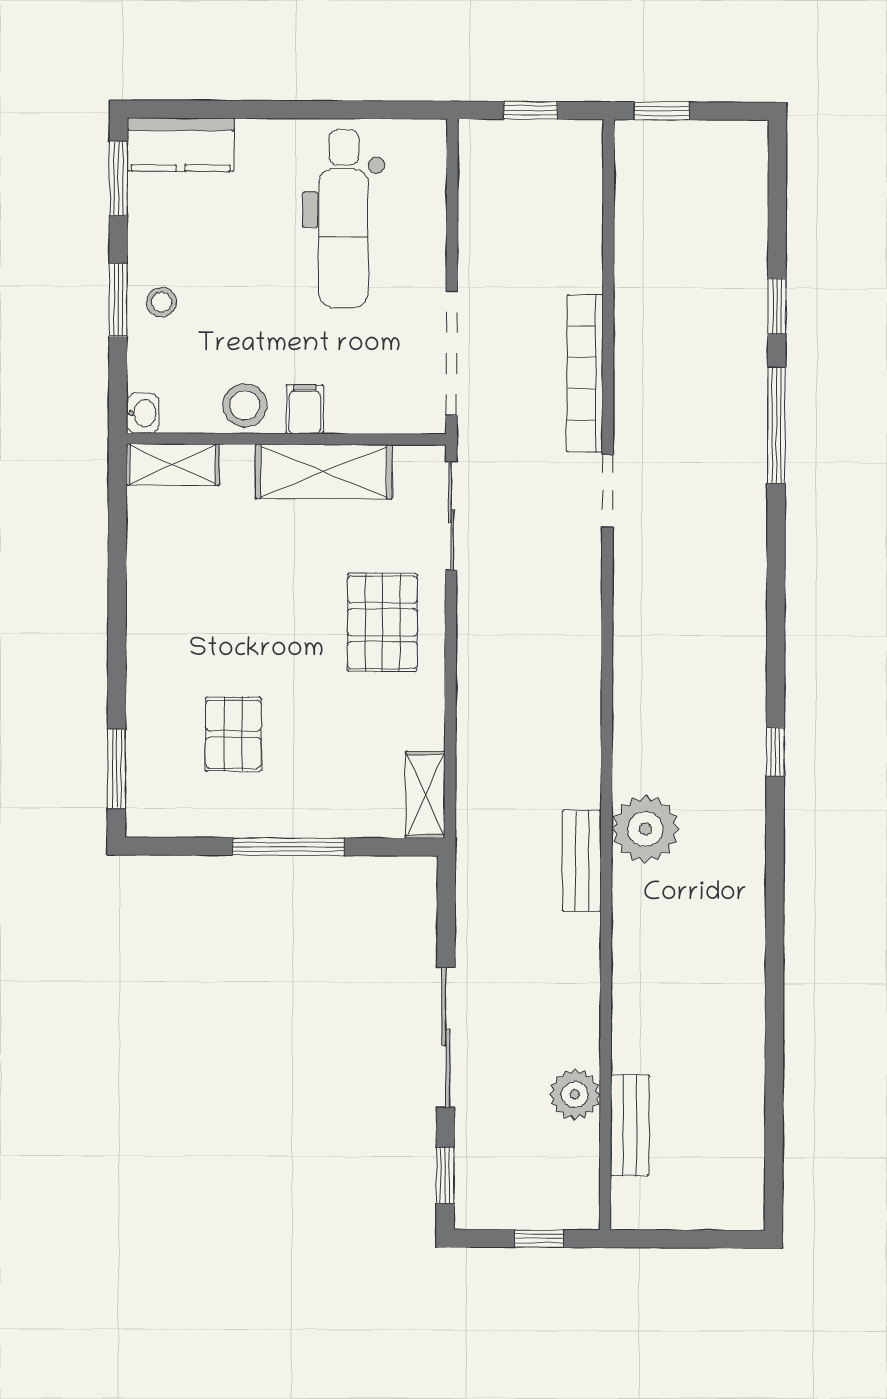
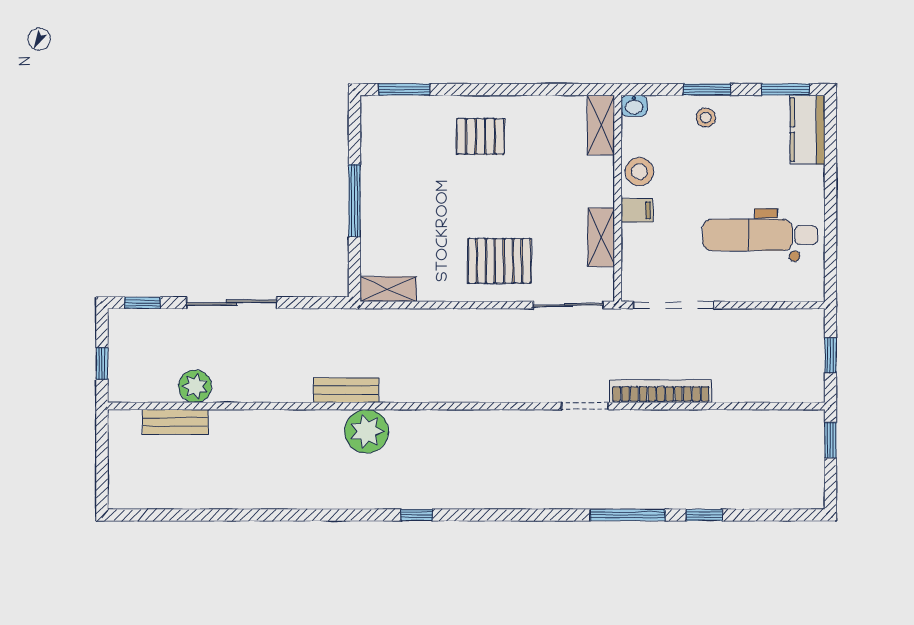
shelving: (324, 472) -> (601, 237), width x0.67, depth x0.75
pallet: (233, 734) -> (480, 136), moved

